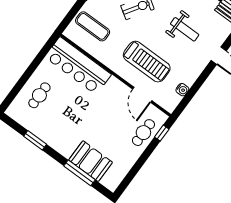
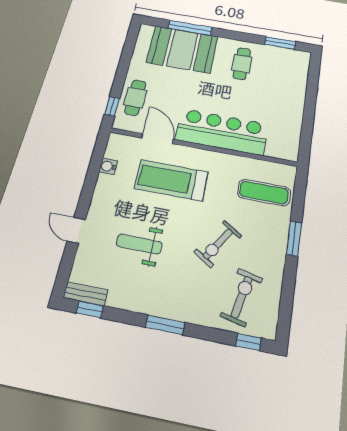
bar counter: (78, 66) -> (222, 132), moved
cafe table: (39, 95) -> (242, 64), moved
window: (35, 140) -> (280, 43), moved
booth: (91, 161) -> (182, 49), width x1.36, depth x1.42

